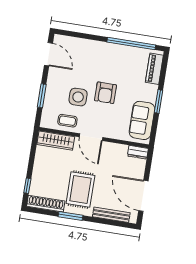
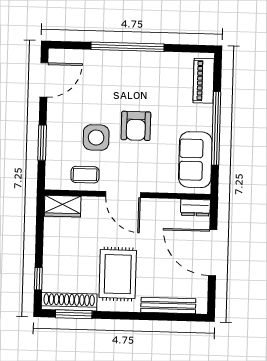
window: (131, 43) -> (127, 47), moved
door: (48, 54) -> (44, 80), hinge flipped
window: (158, 101) -> (216, 128), width x2.11
wardrobe: (56, 141) -> (63, 206), width x0.67
door: (143, 196) -> (213, 253), moved
window: (71, 216) -> (74, 314), moved

